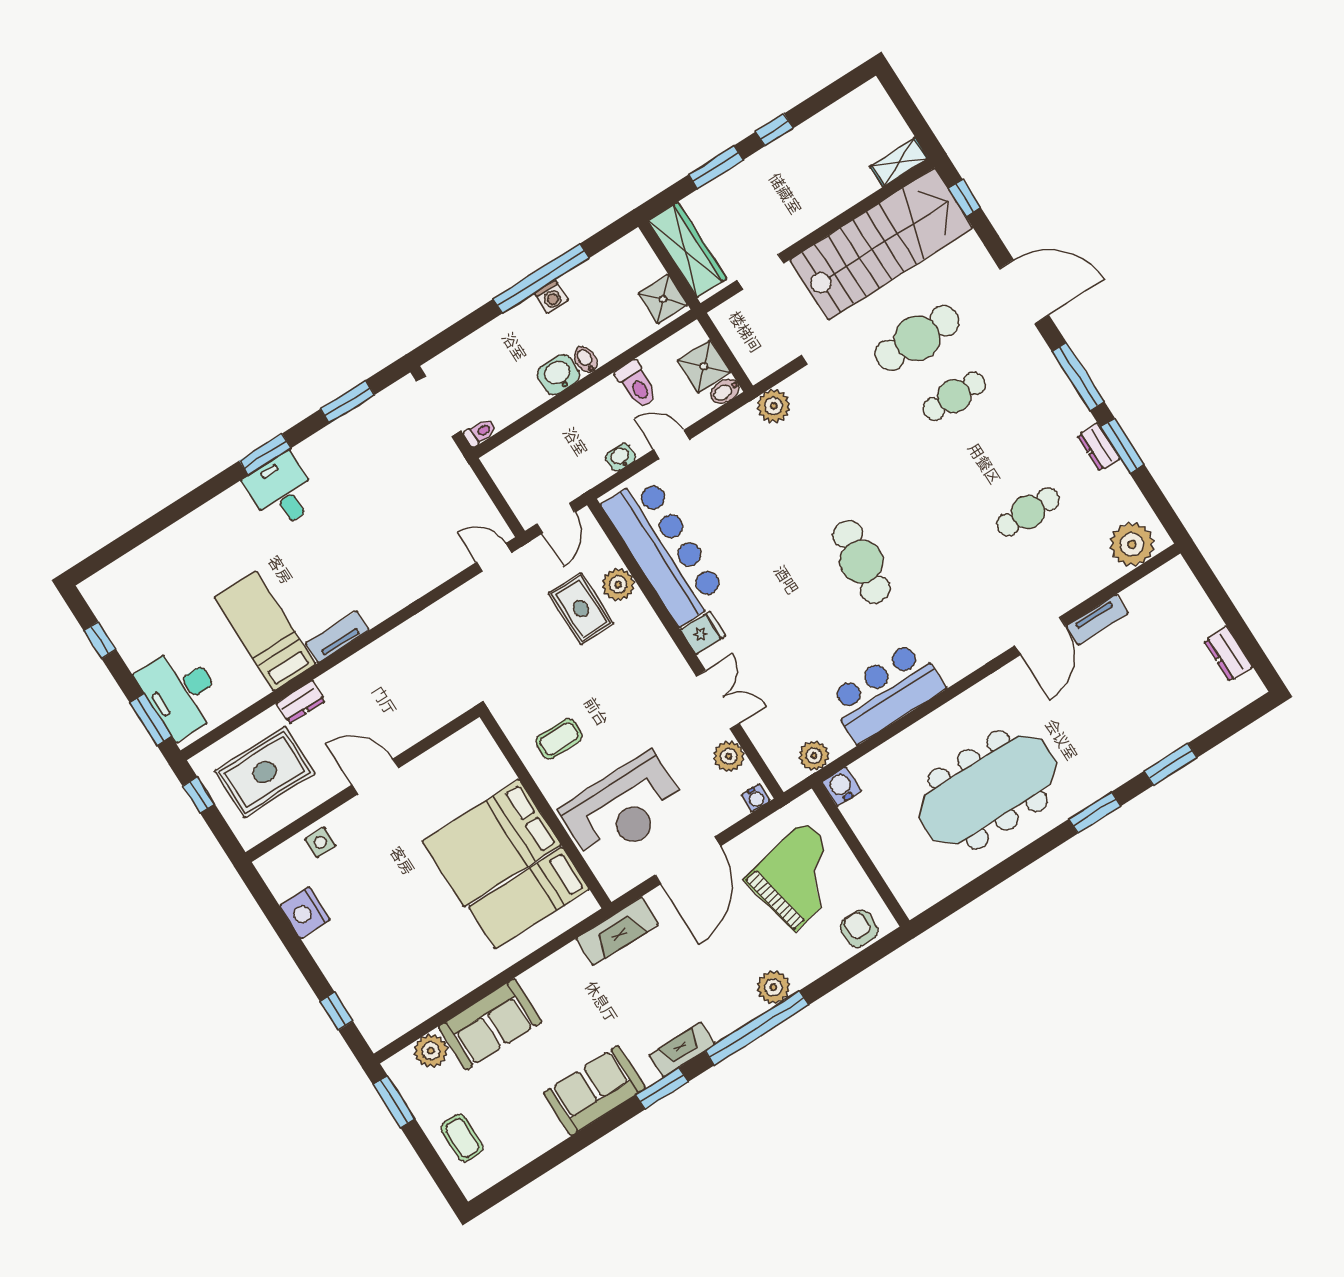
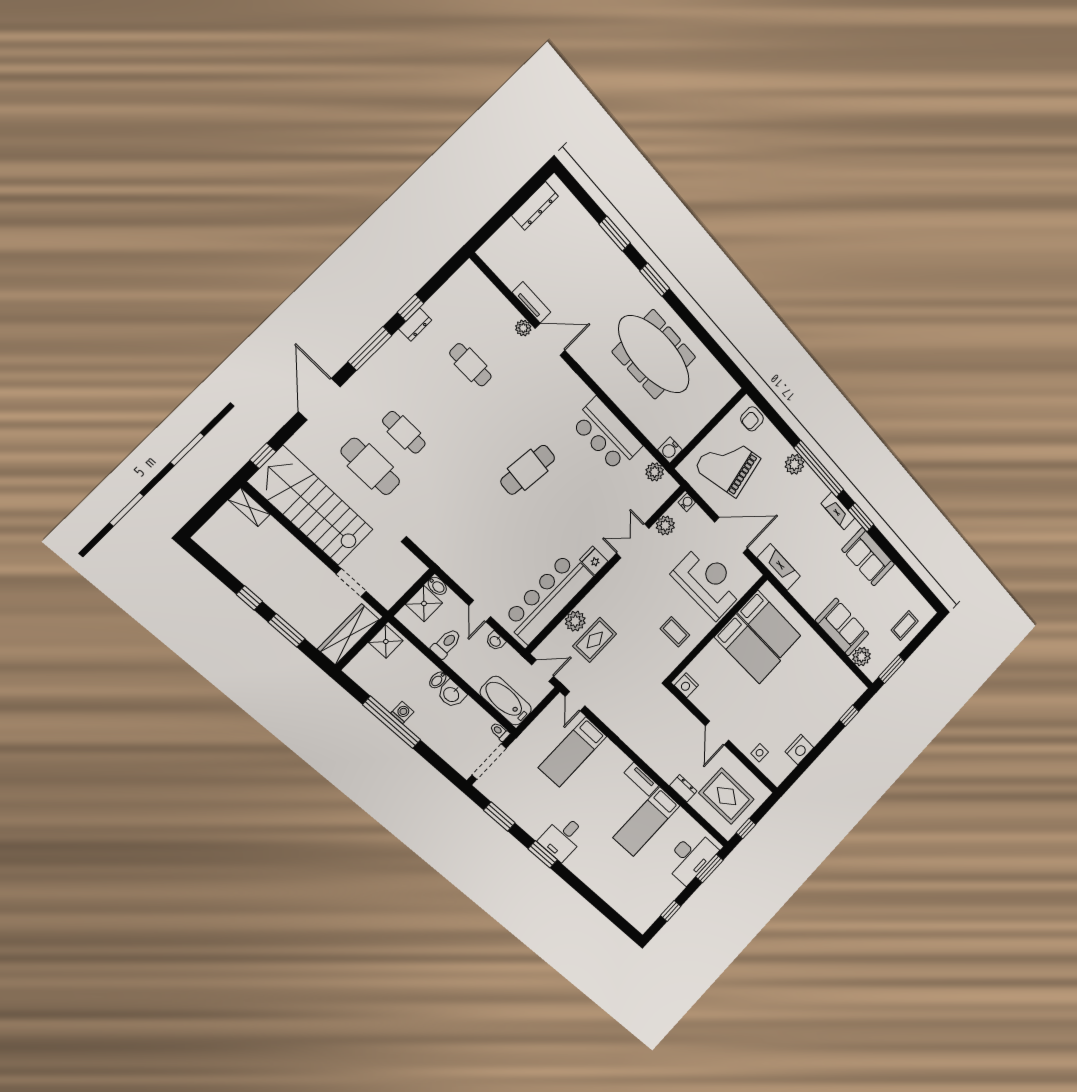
plant: (774, 406) -> (439, 552), removed
window: (1122, 446) -> (410, 308), width x0.67
bathtub: (525, 452) -> (506, 701), added
bed: (415, 537) -> (573, 752), added
plant: (1132, 544) -> (523, 328), moved, width x0.53, depth x0.53
dresser: (1228, 654) -> (535, 206), width x1.44
nightstand: (468, 741) -> (686, 685), added
bed: (492, 843) -> (748, 649), width x0.67

